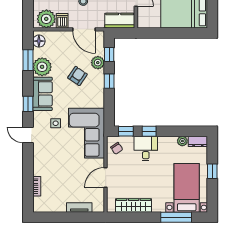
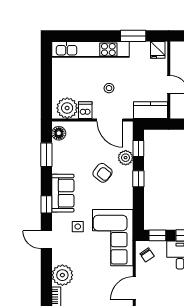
plant: (42, 67) -> (62, 275), moved
armchair: (77, 76) -> (103, 173), turned 94

